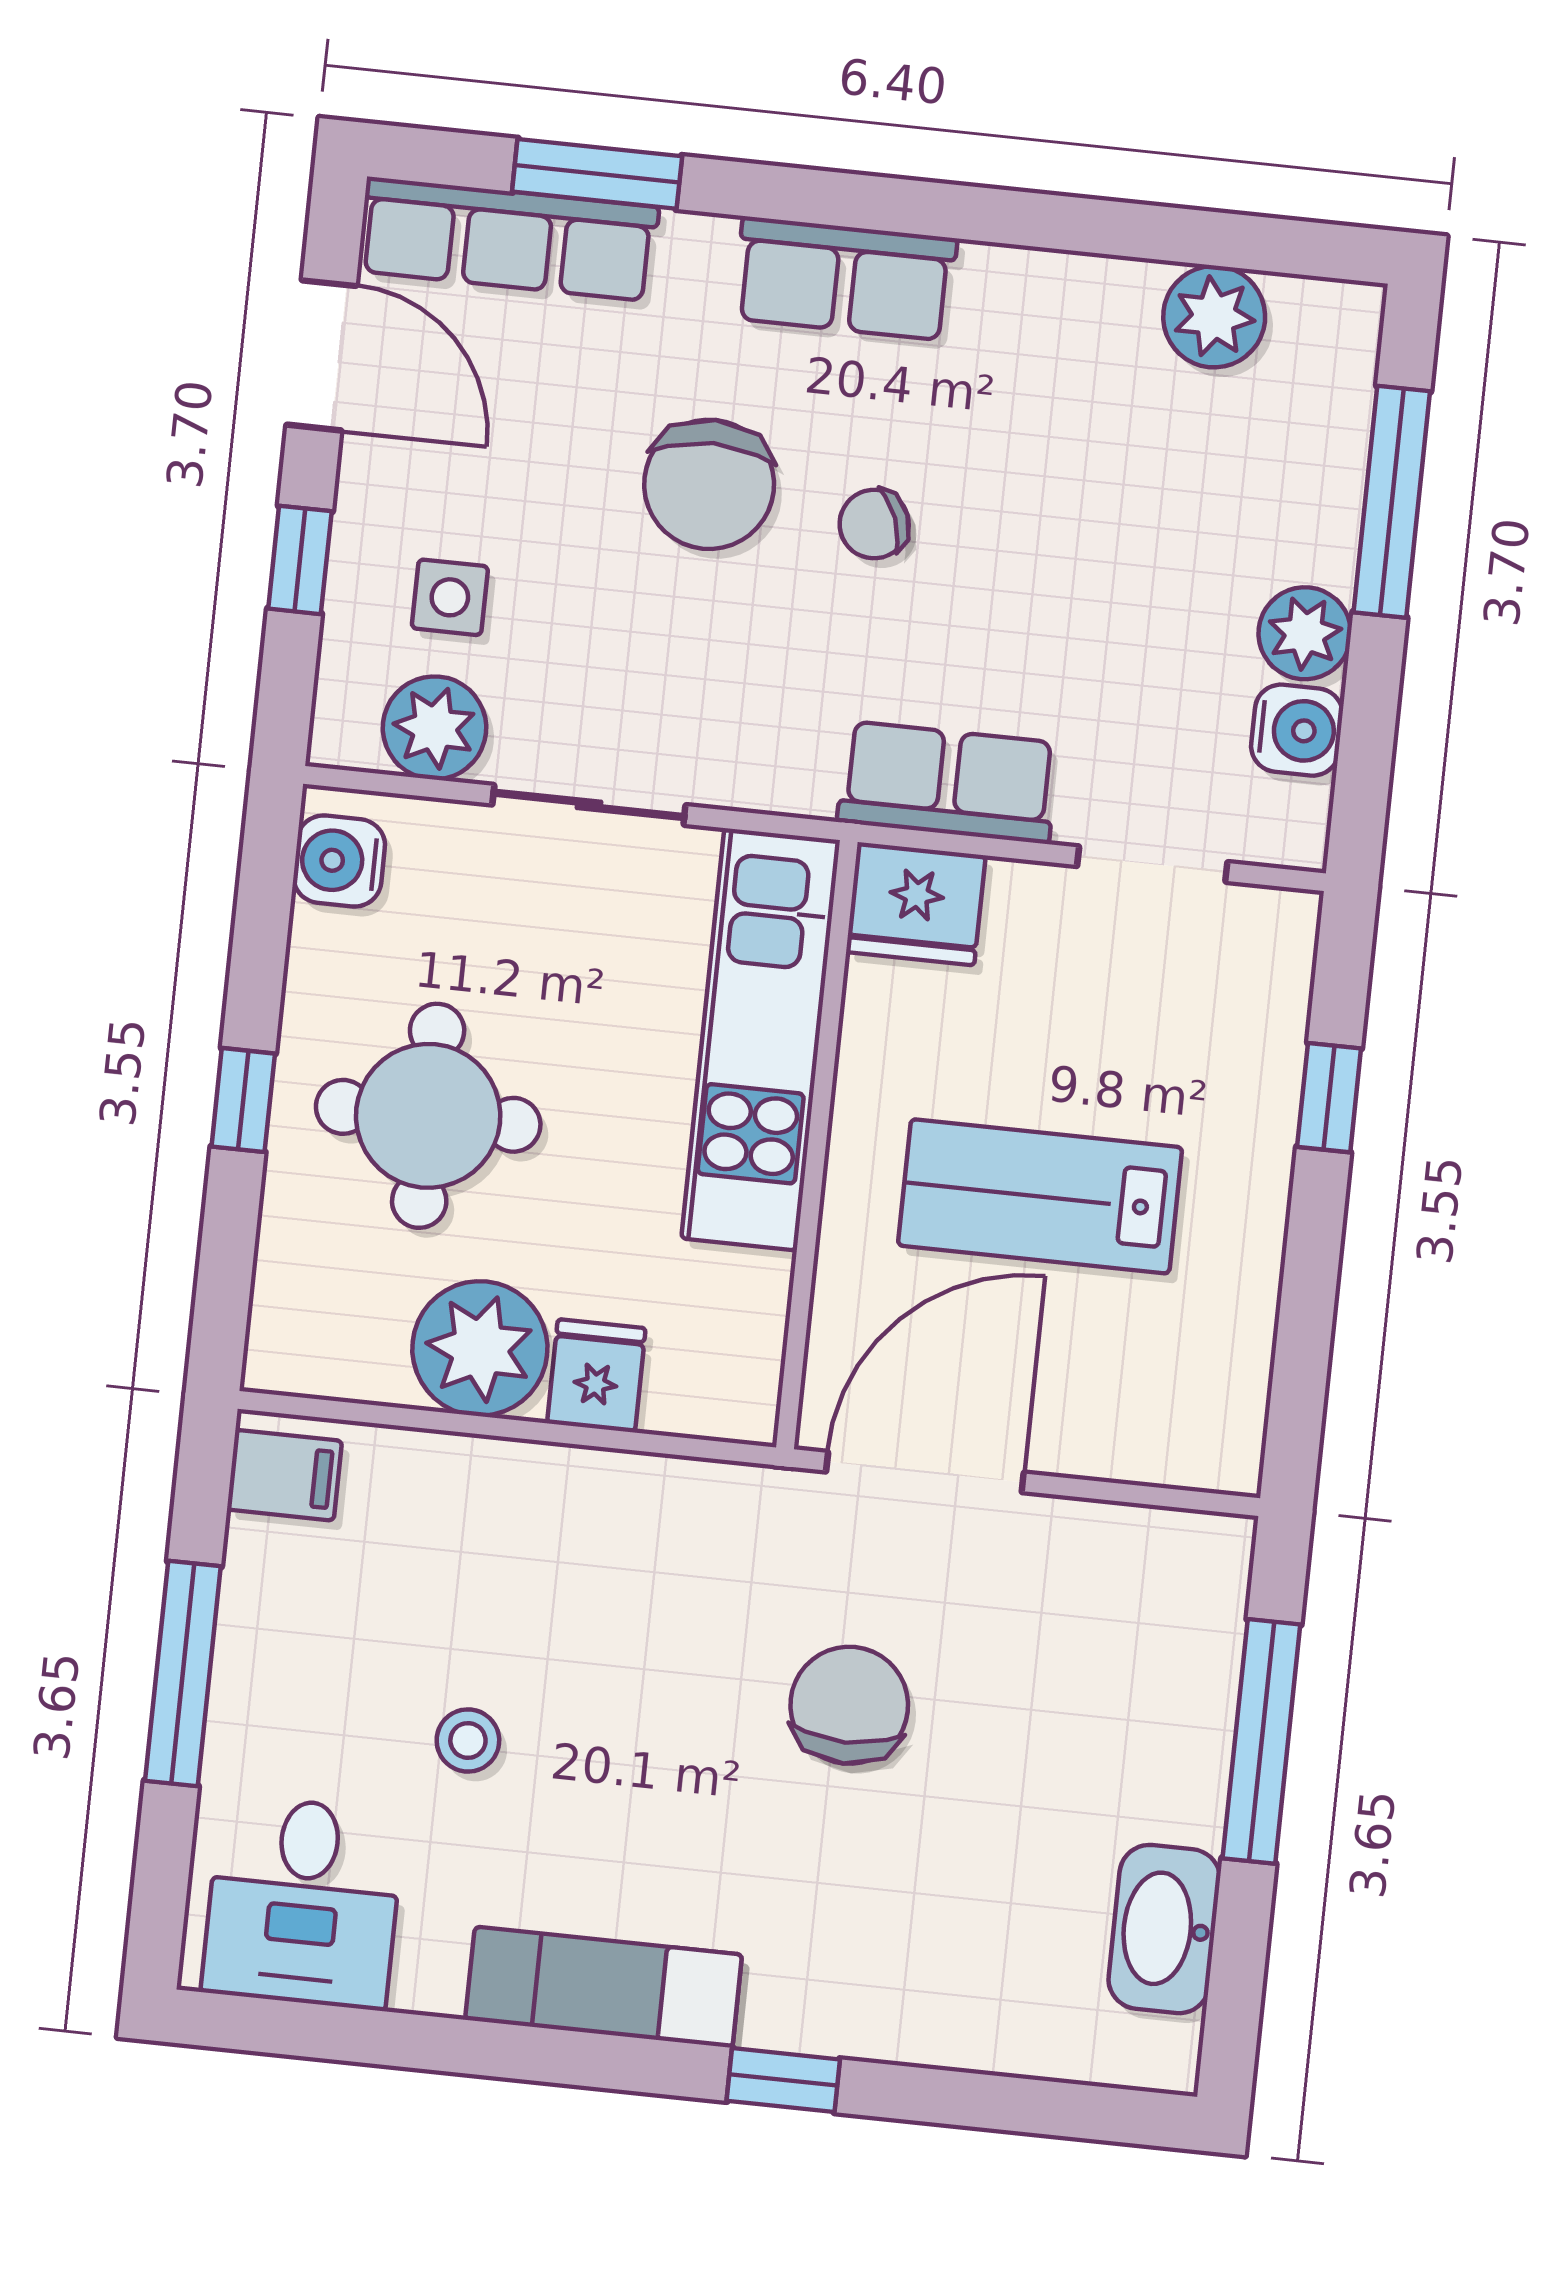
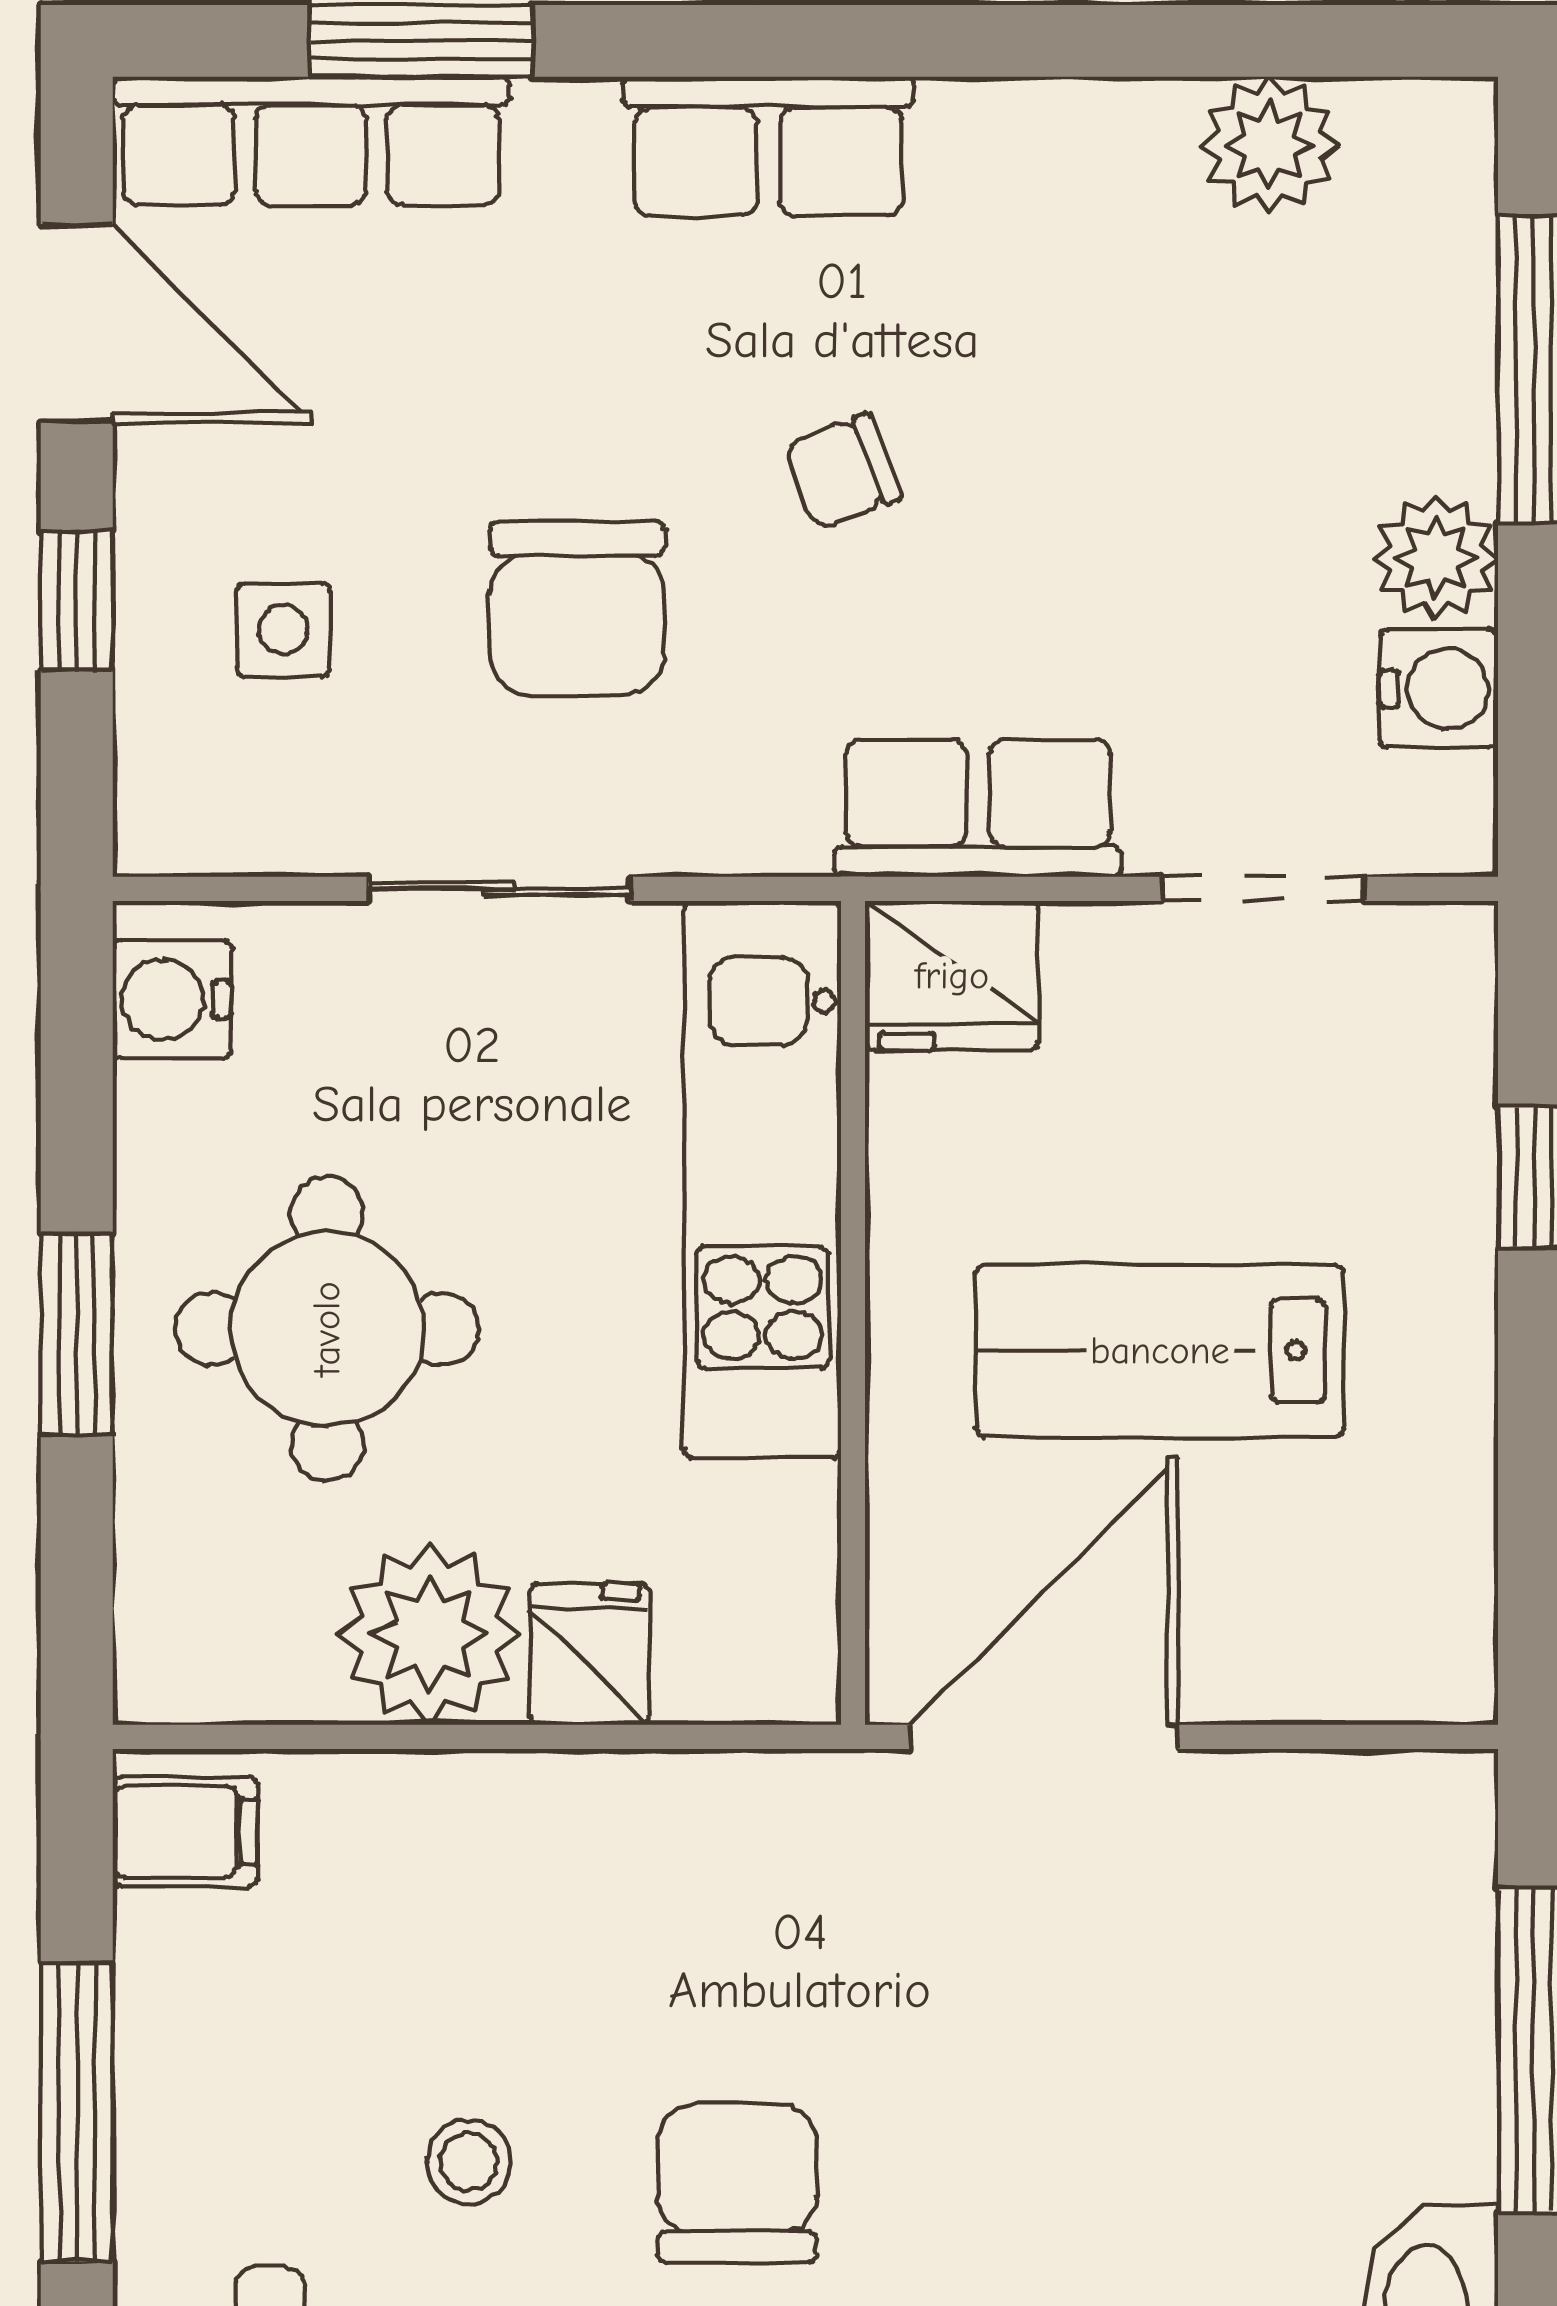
chair: (709, 484) -> (577, 608), moved
plant: (435, 728) -> (281, 807), removed
window: (243, 1100) -> (77, 1334), width x1.50
chair: (849, 1705) -> (737, 2183), moved

